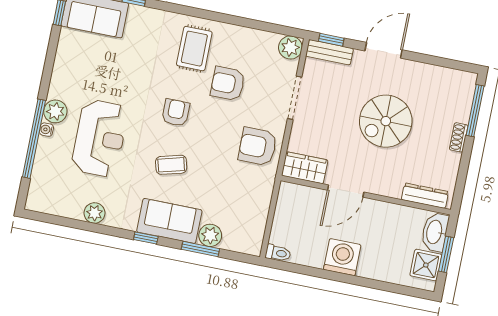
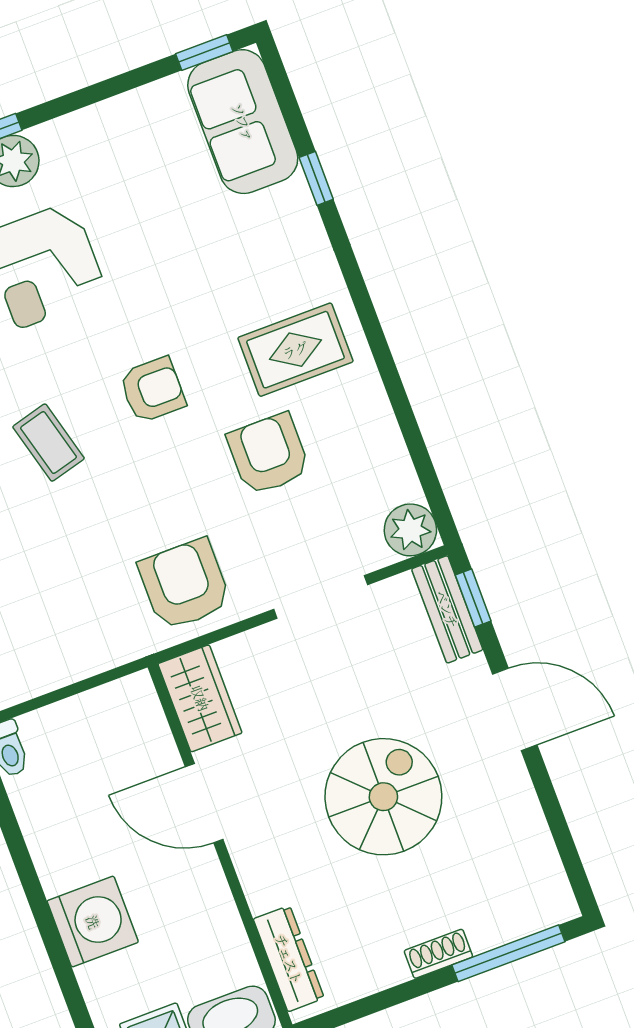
spiral stairs: (386, 121) -> (383, 797), turned 90
washing machine: (342, 257) -> (93, 922), moved

